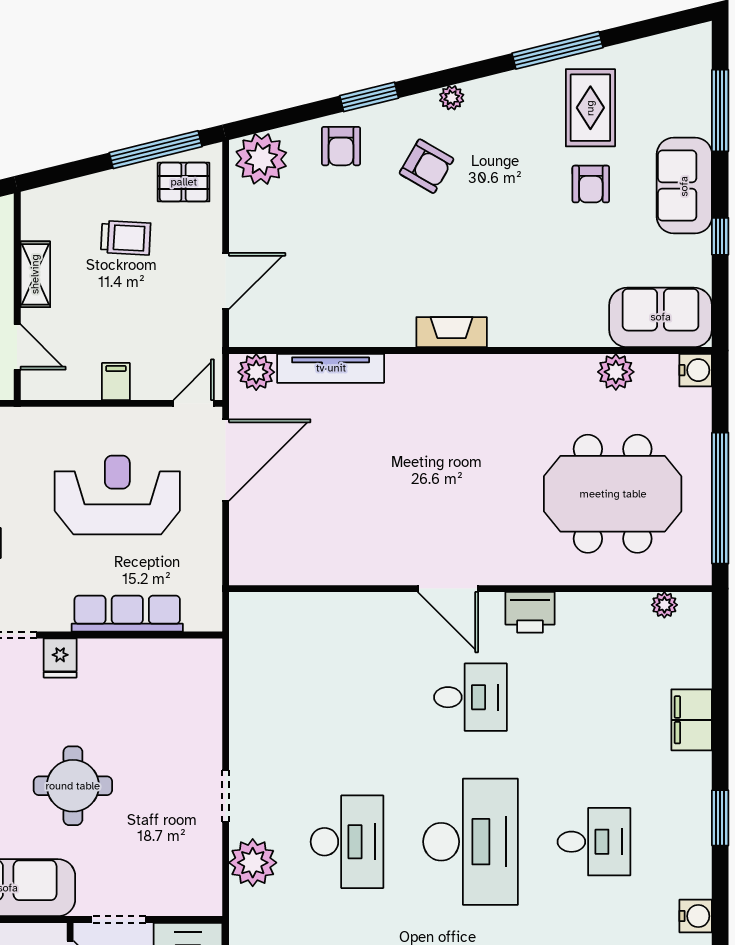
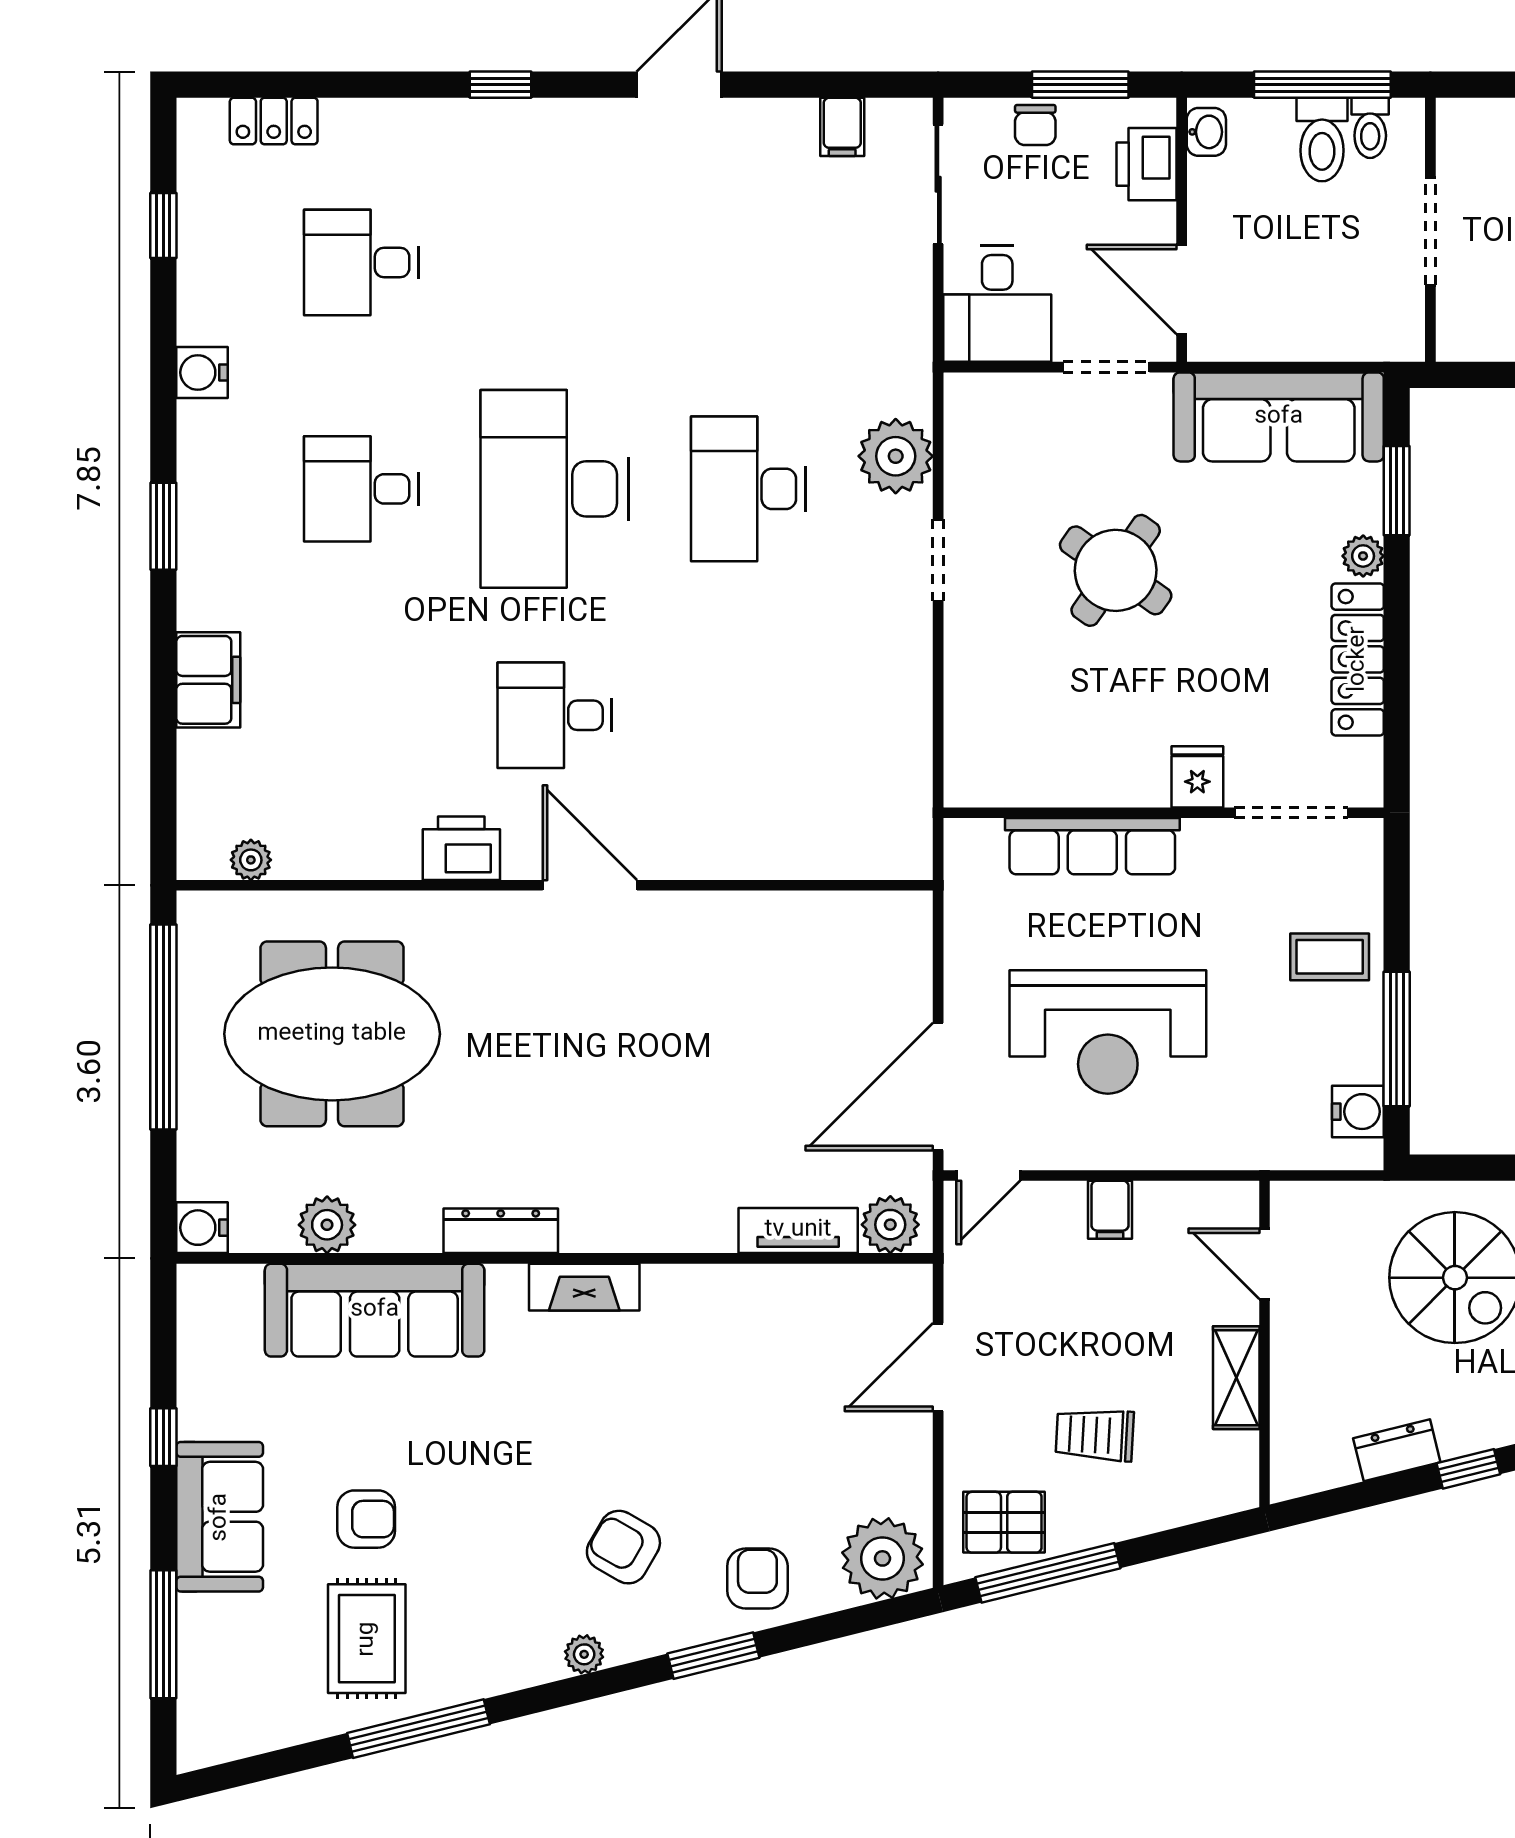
armchair: (591, 184) -> (366, 1519), turned 90
sofa: (661, 317) -> (375, 1310), moved, width x1.36
tv unit: (331, 368) -> (798, 1230), width x0.71
dresser: (505, 368) -> (501, 1231), added
round table: (73, 786) -> (1116, 570), moved, turned 35

